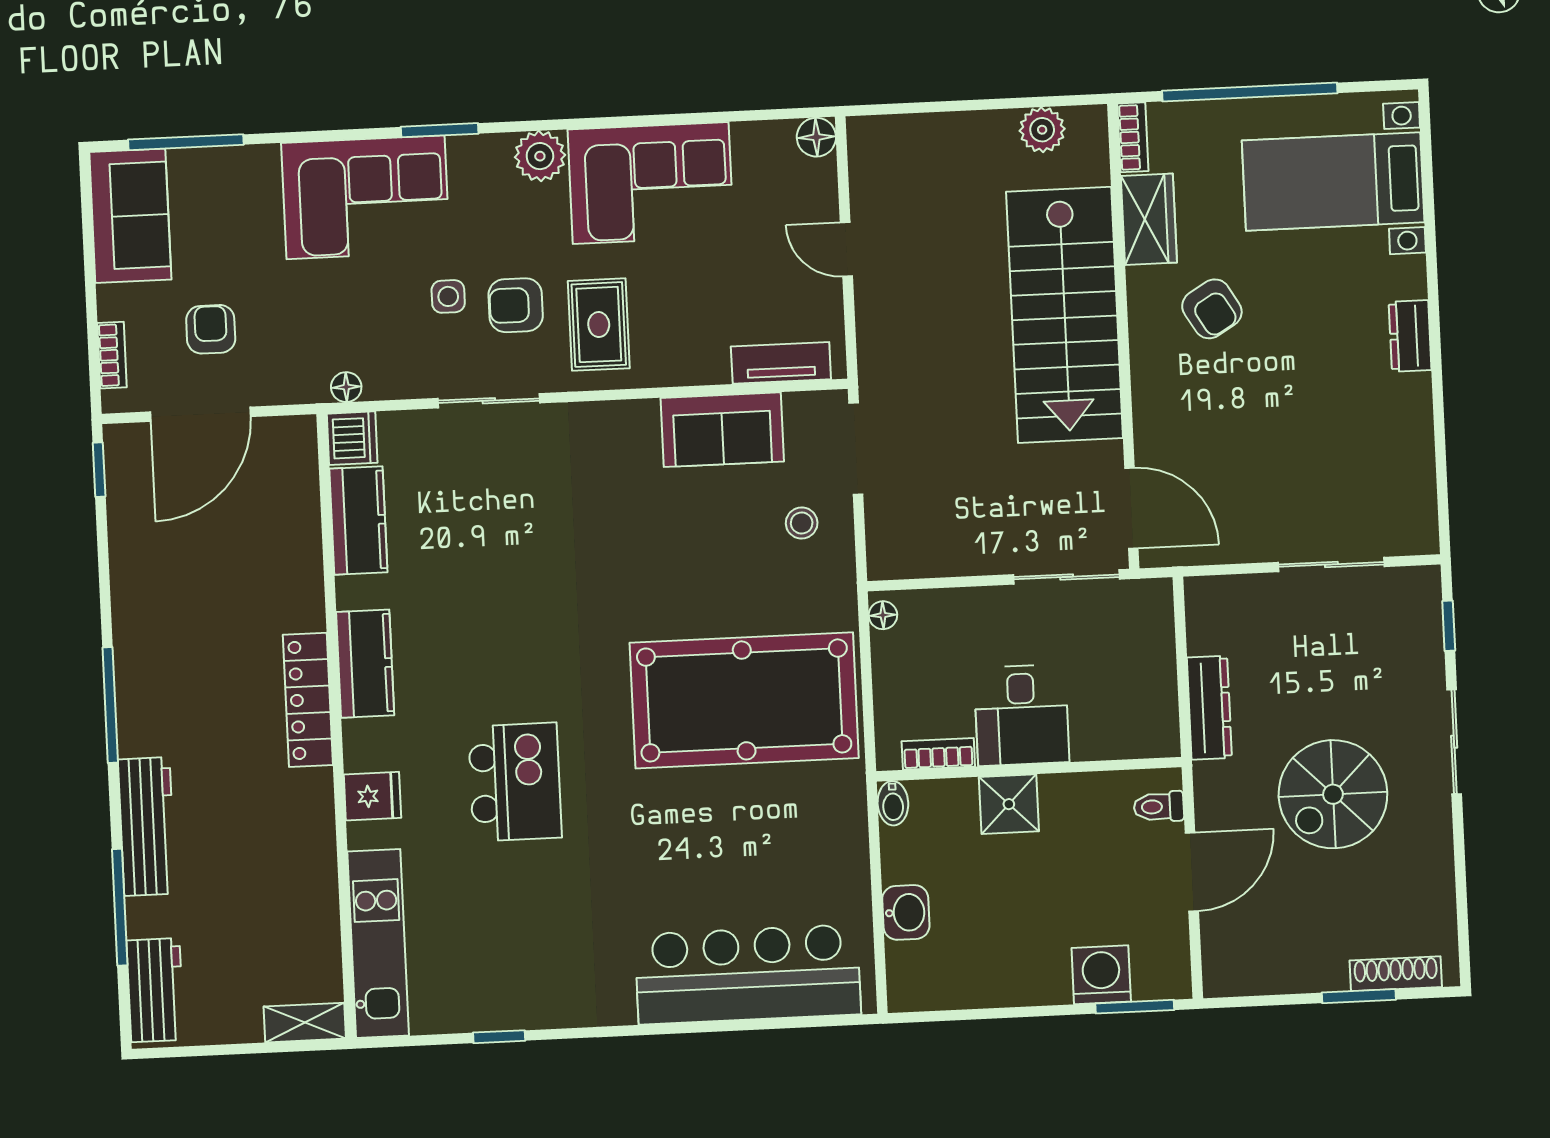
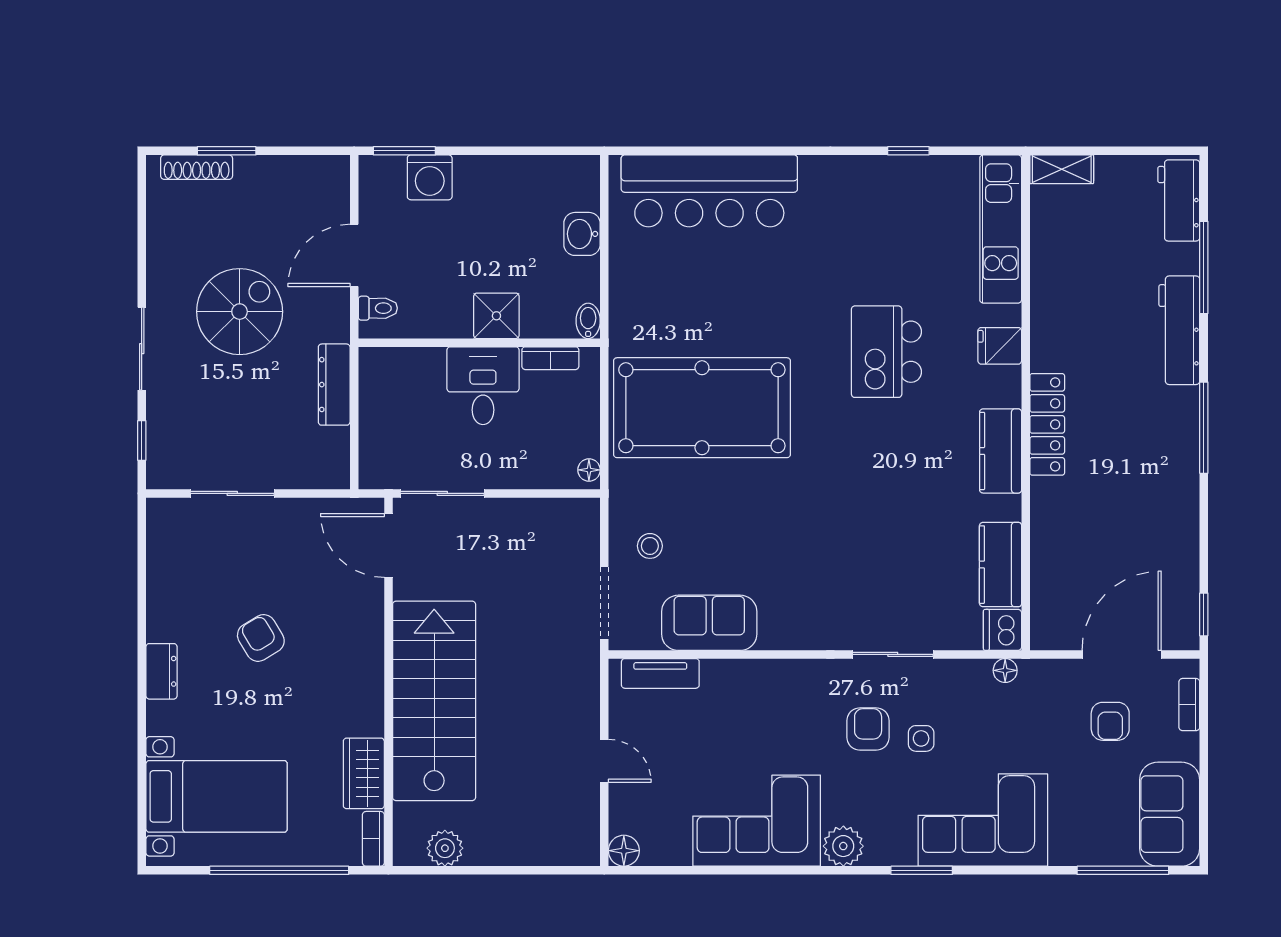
armchair: (516, 305) -> (868, 729), turned -90
armchair: (1212, 309) -> (261, 638), moved
rug: (599, 325) -> (803, 711), removed

